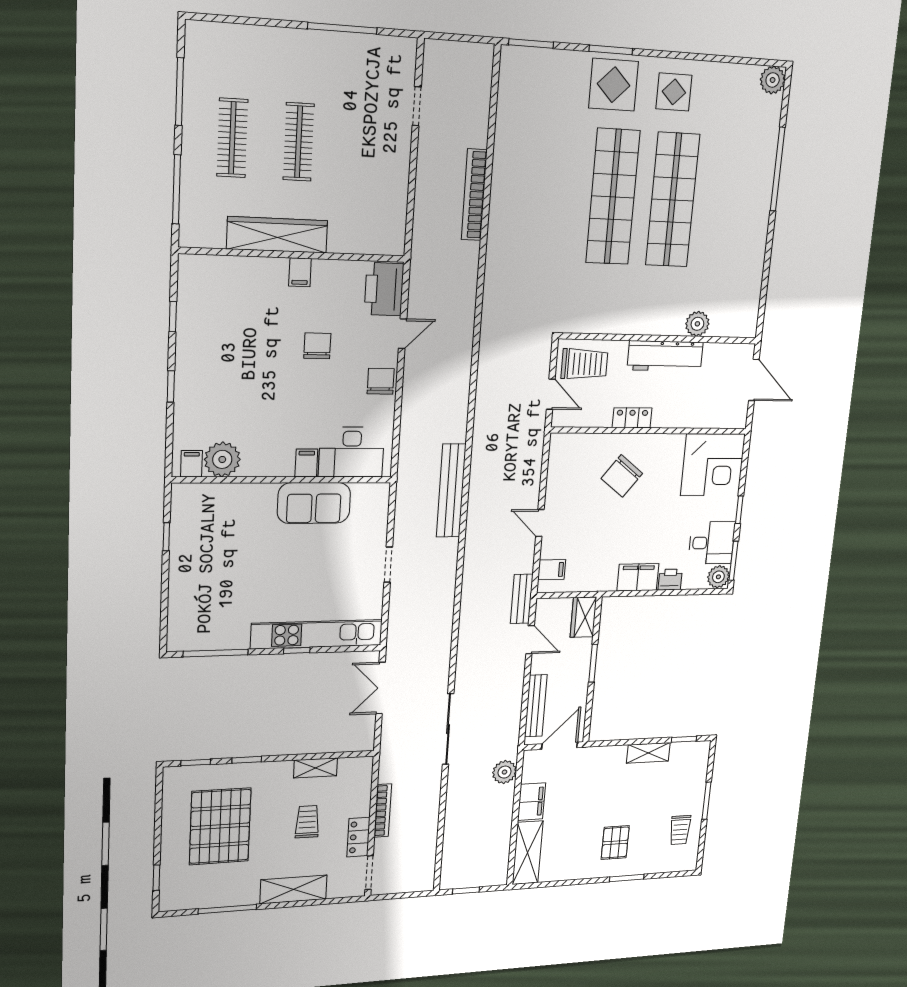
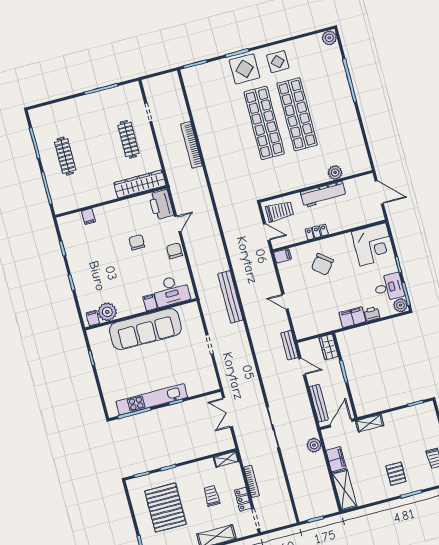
clothes rail: (299, 142) -> (128, 139), moved
wardrobe: (277, 235) -> (140, 184), moved
filing cabinet: (300, 272) -> (88, 217), moved
sofa: (314, 503) -> (145, 329), width x1.85, depth x1.27
filing cabinet: (552, 570) -> (283, 256), moved
kitchen unit: (317, 634) -> (152, 399), moved
shelving: (648, 753) -> (370, 423), moved
shelving: (315, 768) -> (226, 459), moved

